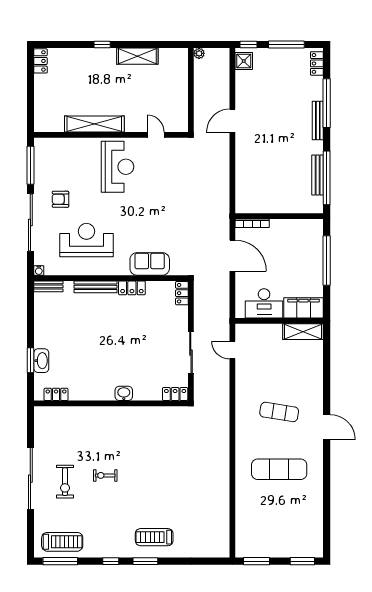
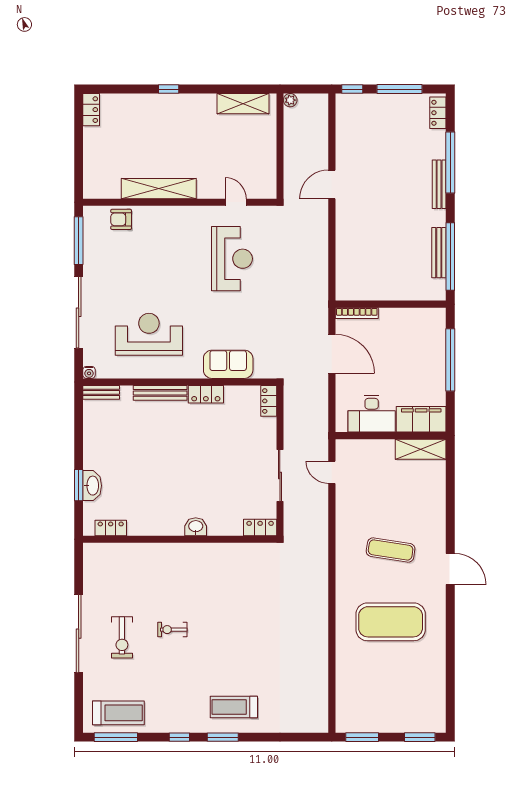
shelving: (137, 56) -> (243, 104), moved
shower: (244, 61) -> (346, 110), removed
reception desk: (117, 167) -> (232, 259), moved
armchair: (60, 199) -> (121, 219), moved
exercise mat: (279, 469) -> (391, 622), width x1.47

